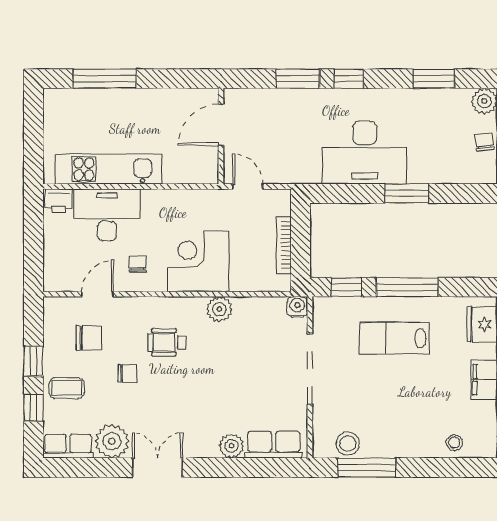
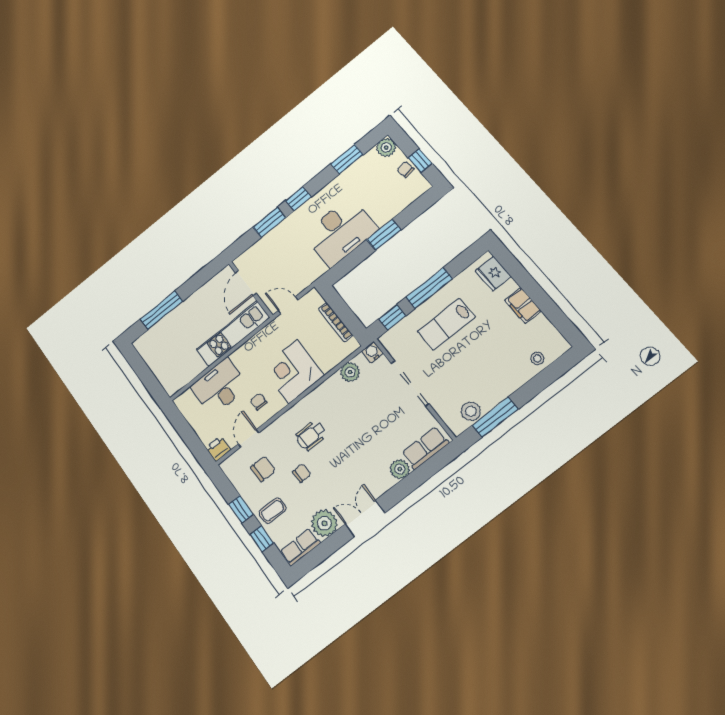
kitchen unit: (109, 169) -> (233, 334), moved
printer: (59, 201) -> (218, 449), moved, turned 180
plant: (219, 309) -> (350, 372), moved

